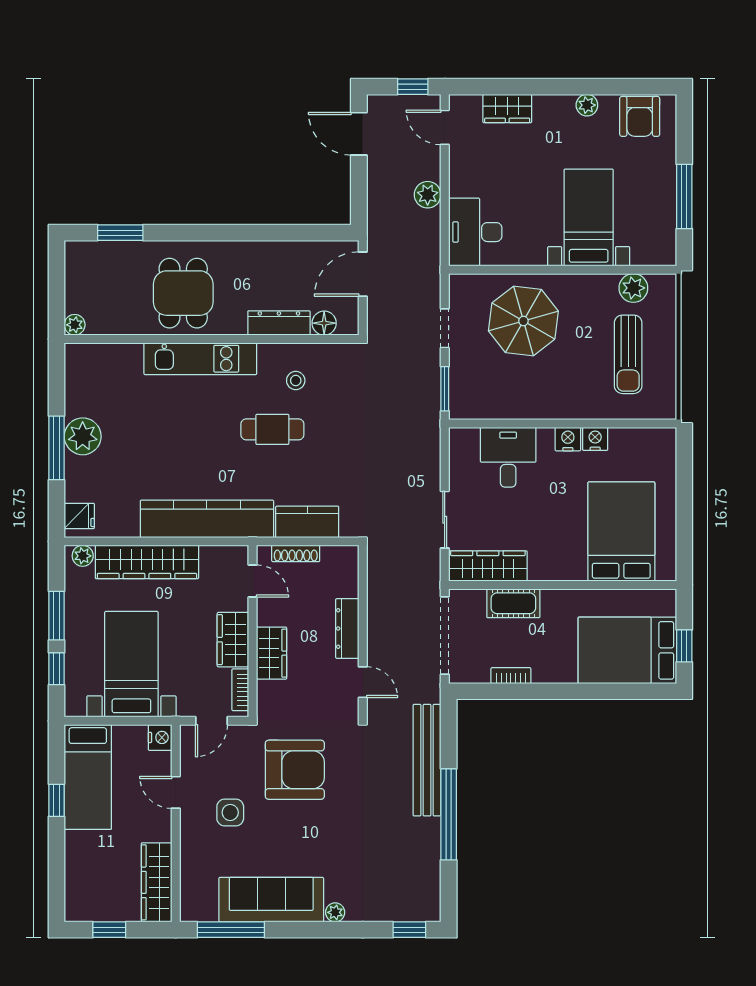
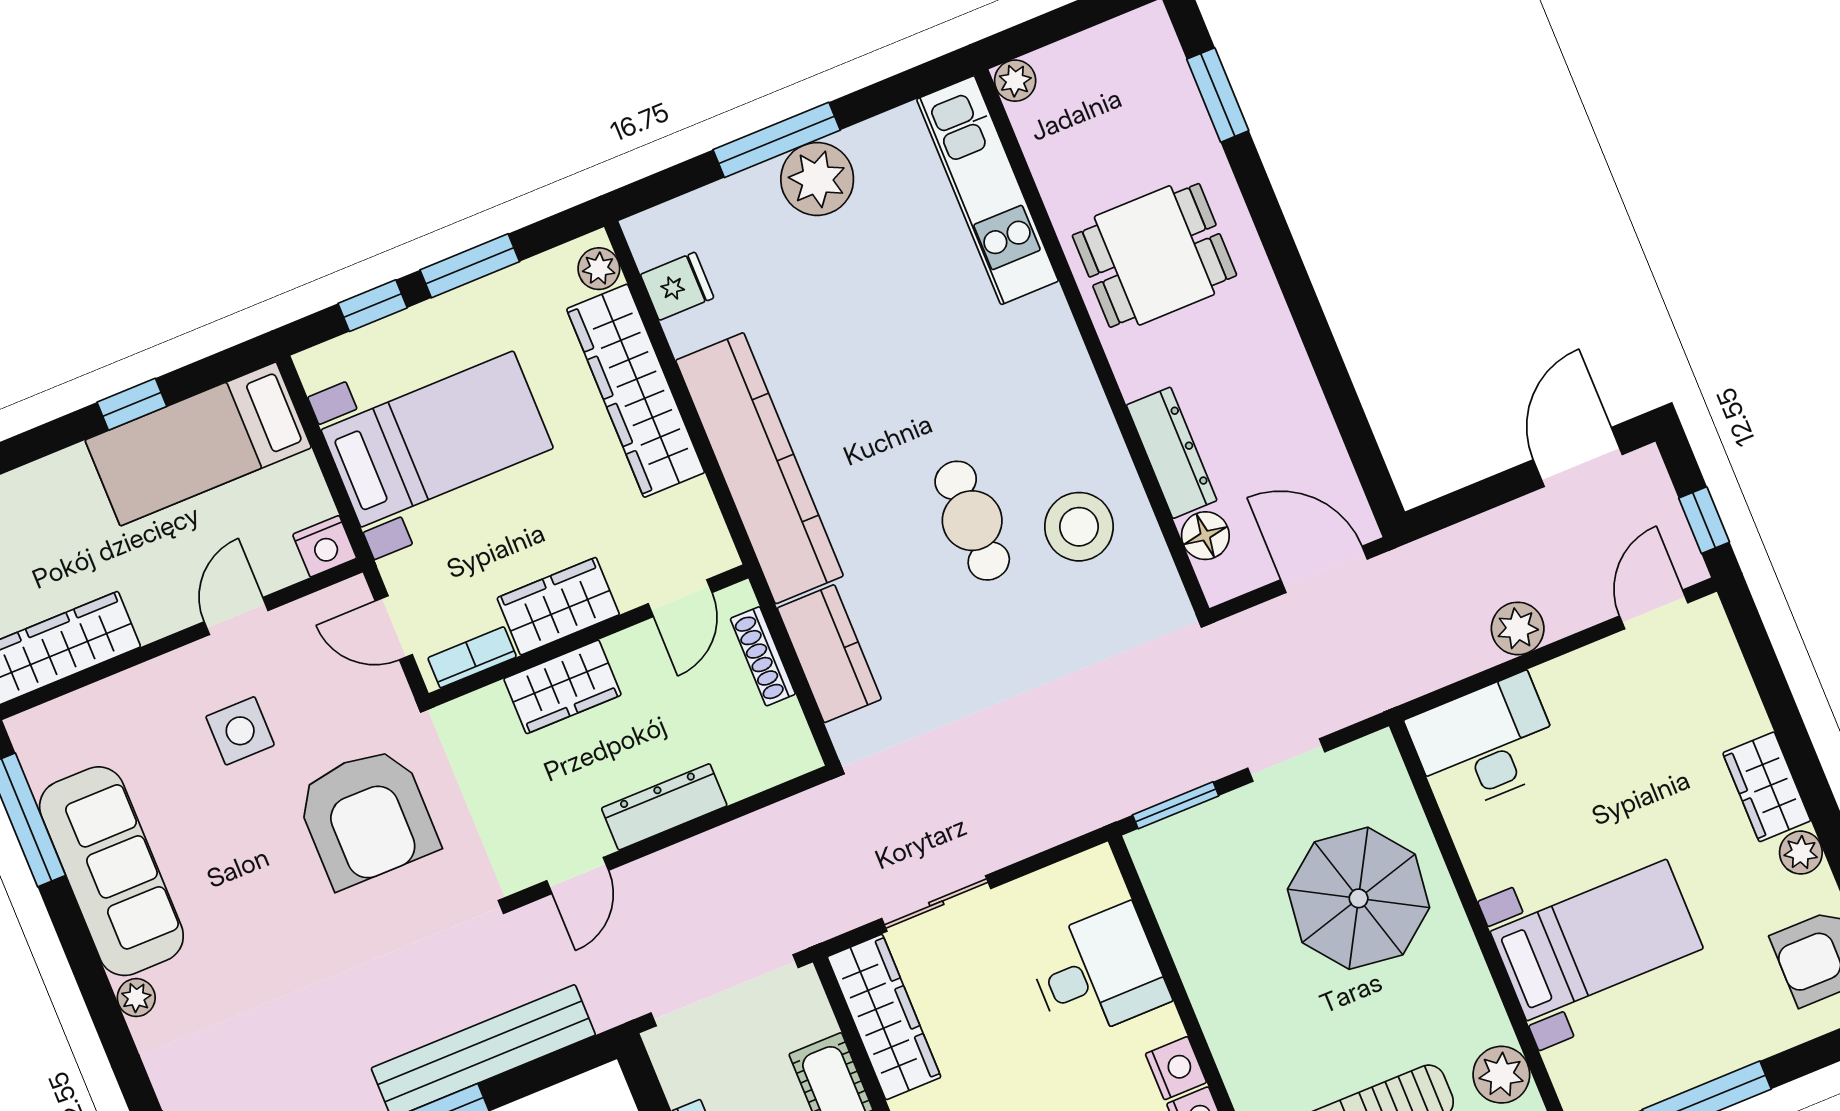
wardrobe: (507, 108) -> (1767, 787), moved
kitchen unit: (200, 359) -> (988, 190), moved
stool: (296, 381) -> (1079, 527), width x1.89, depth x1.89
fridge: (79, 516) -> (677, 286), moved, turned -90

